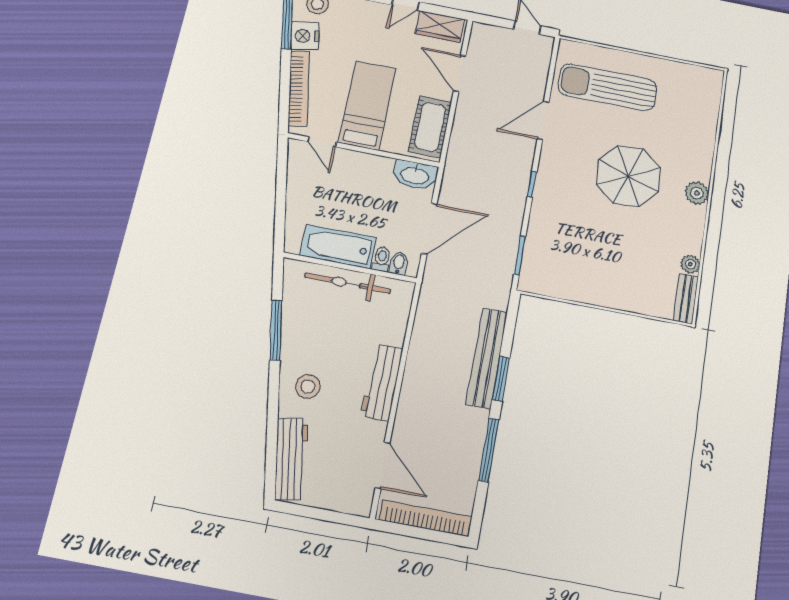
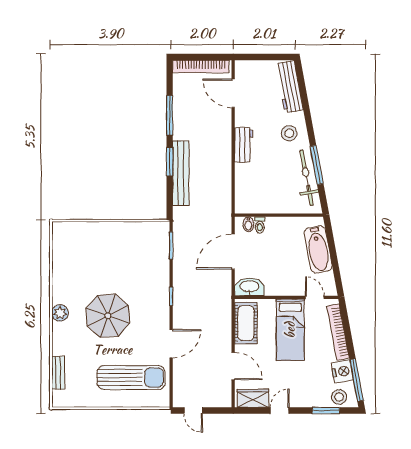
bathtub: (338, 247) -> (318, 249), moved, turned 80
plant: (690, 264) -> (58, 262), removed
bicycle: (348, 283) -> (307, 178), moved, turned -100
bench: (686, 299) -> (58, 373), moved
workbench: (382, 382) -> (244, 145), width x0.73

